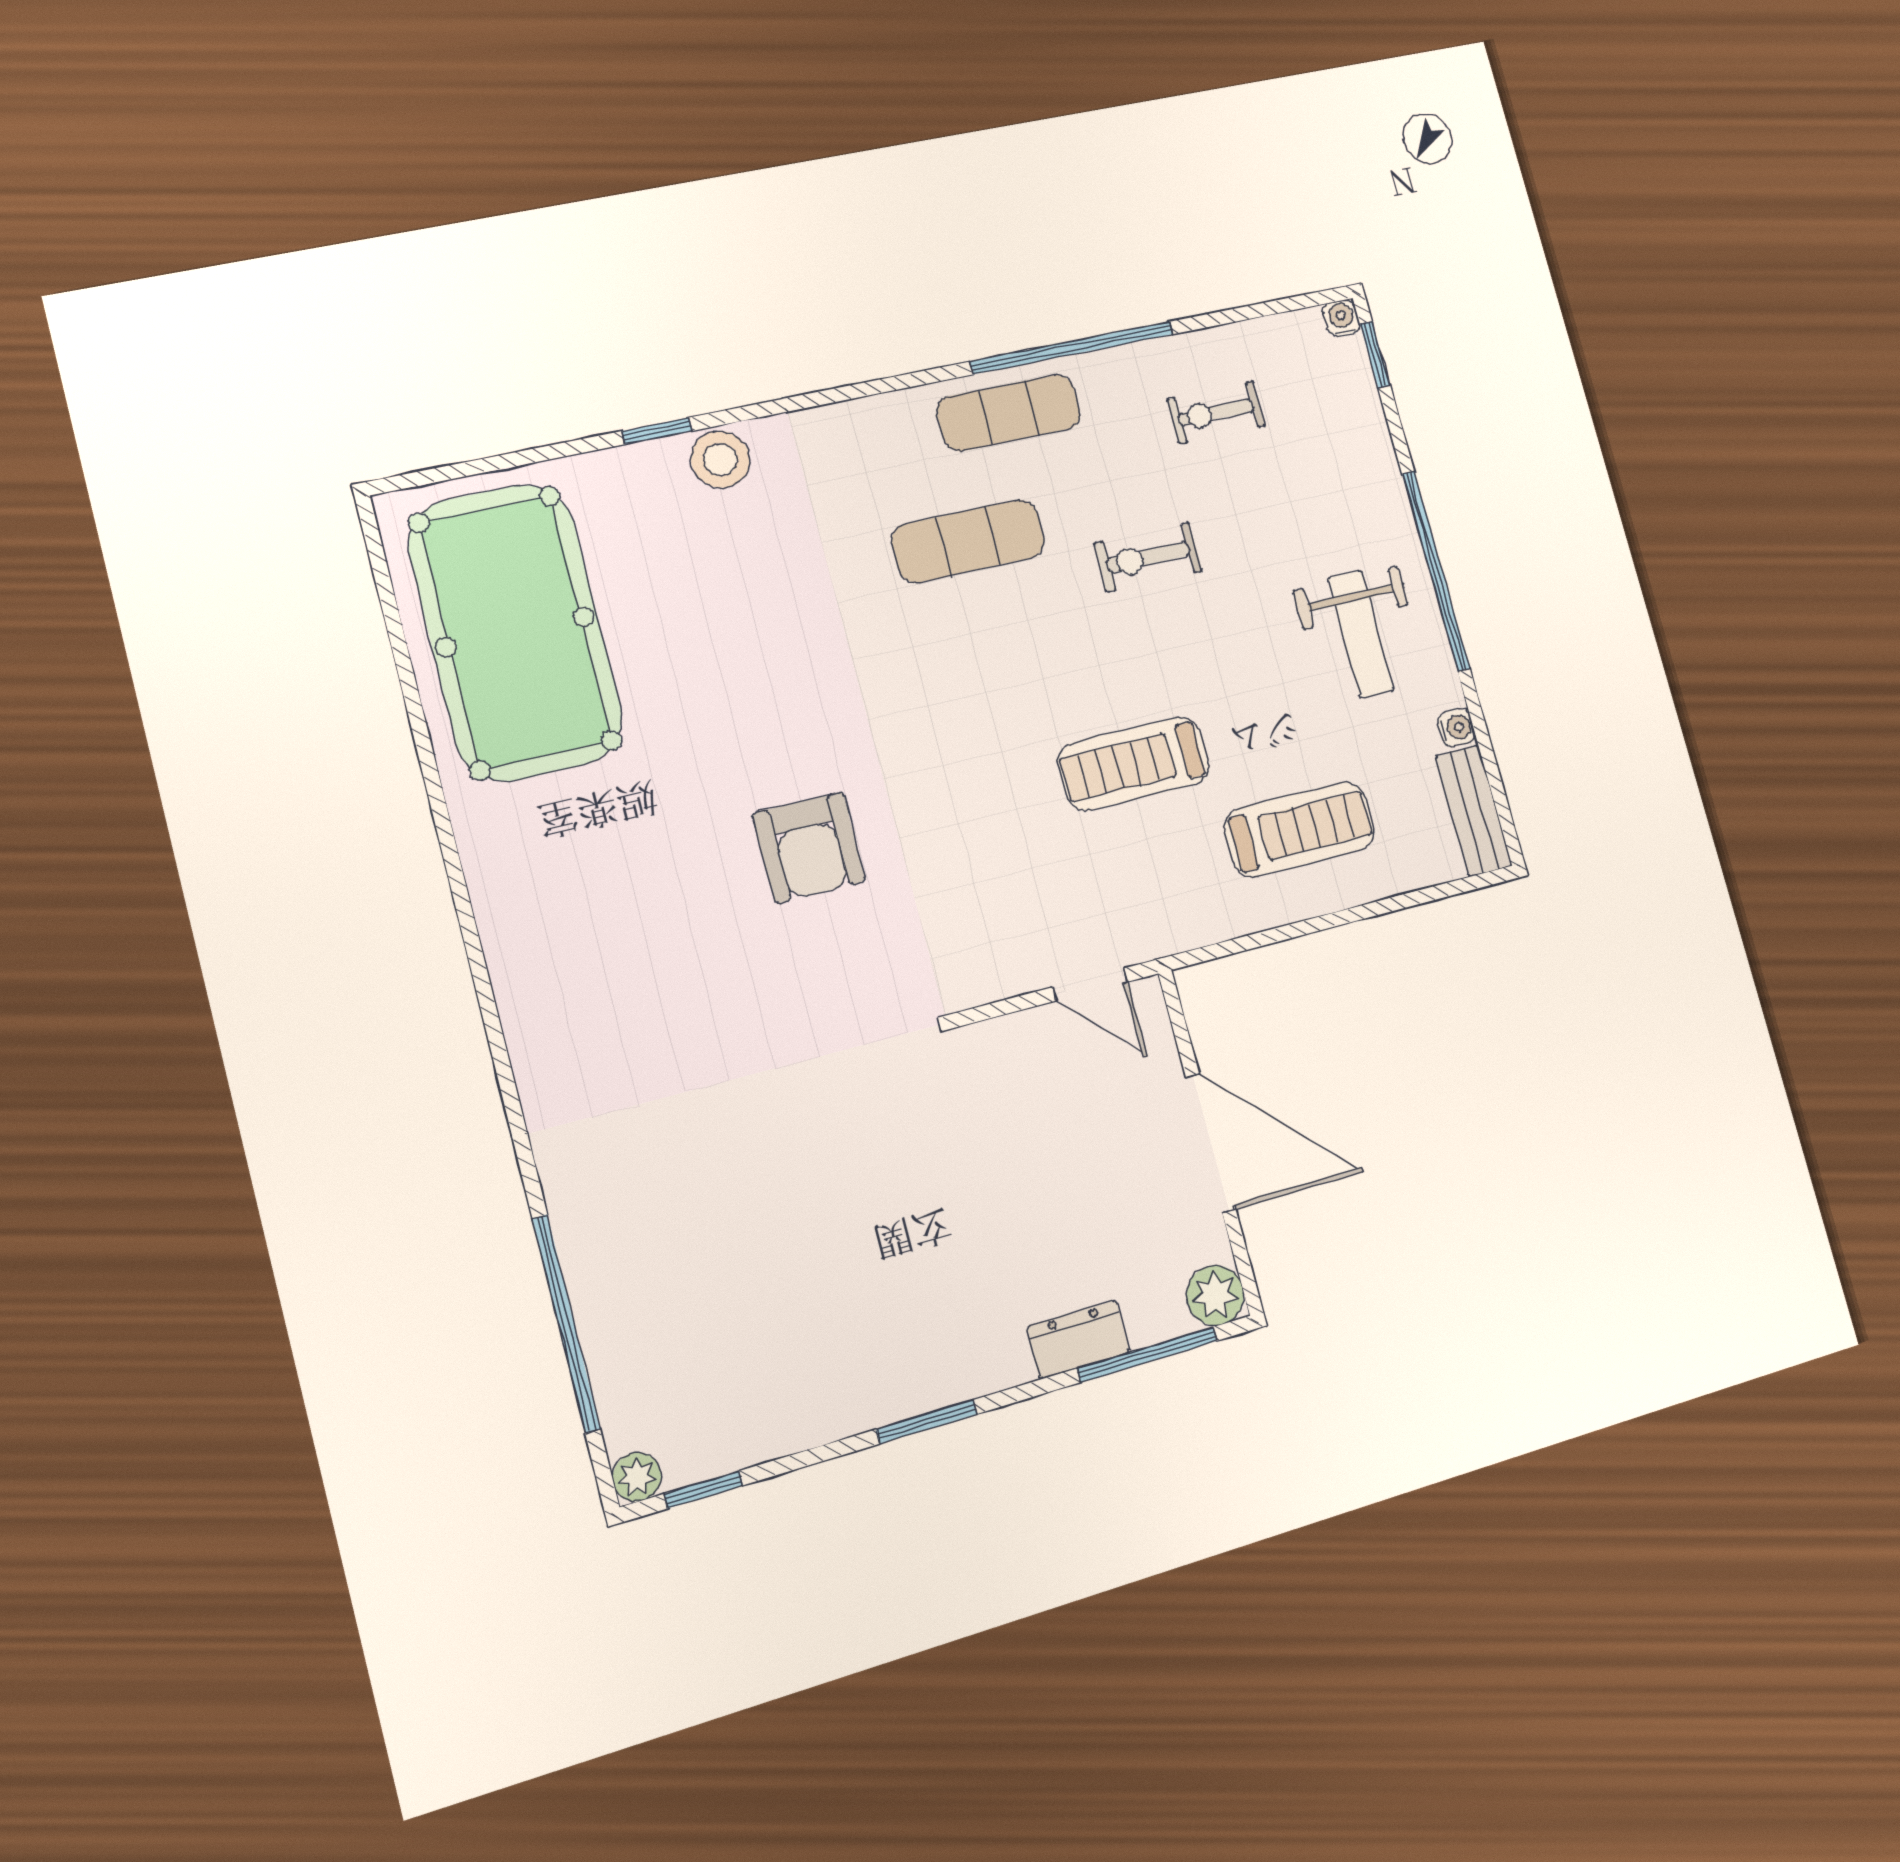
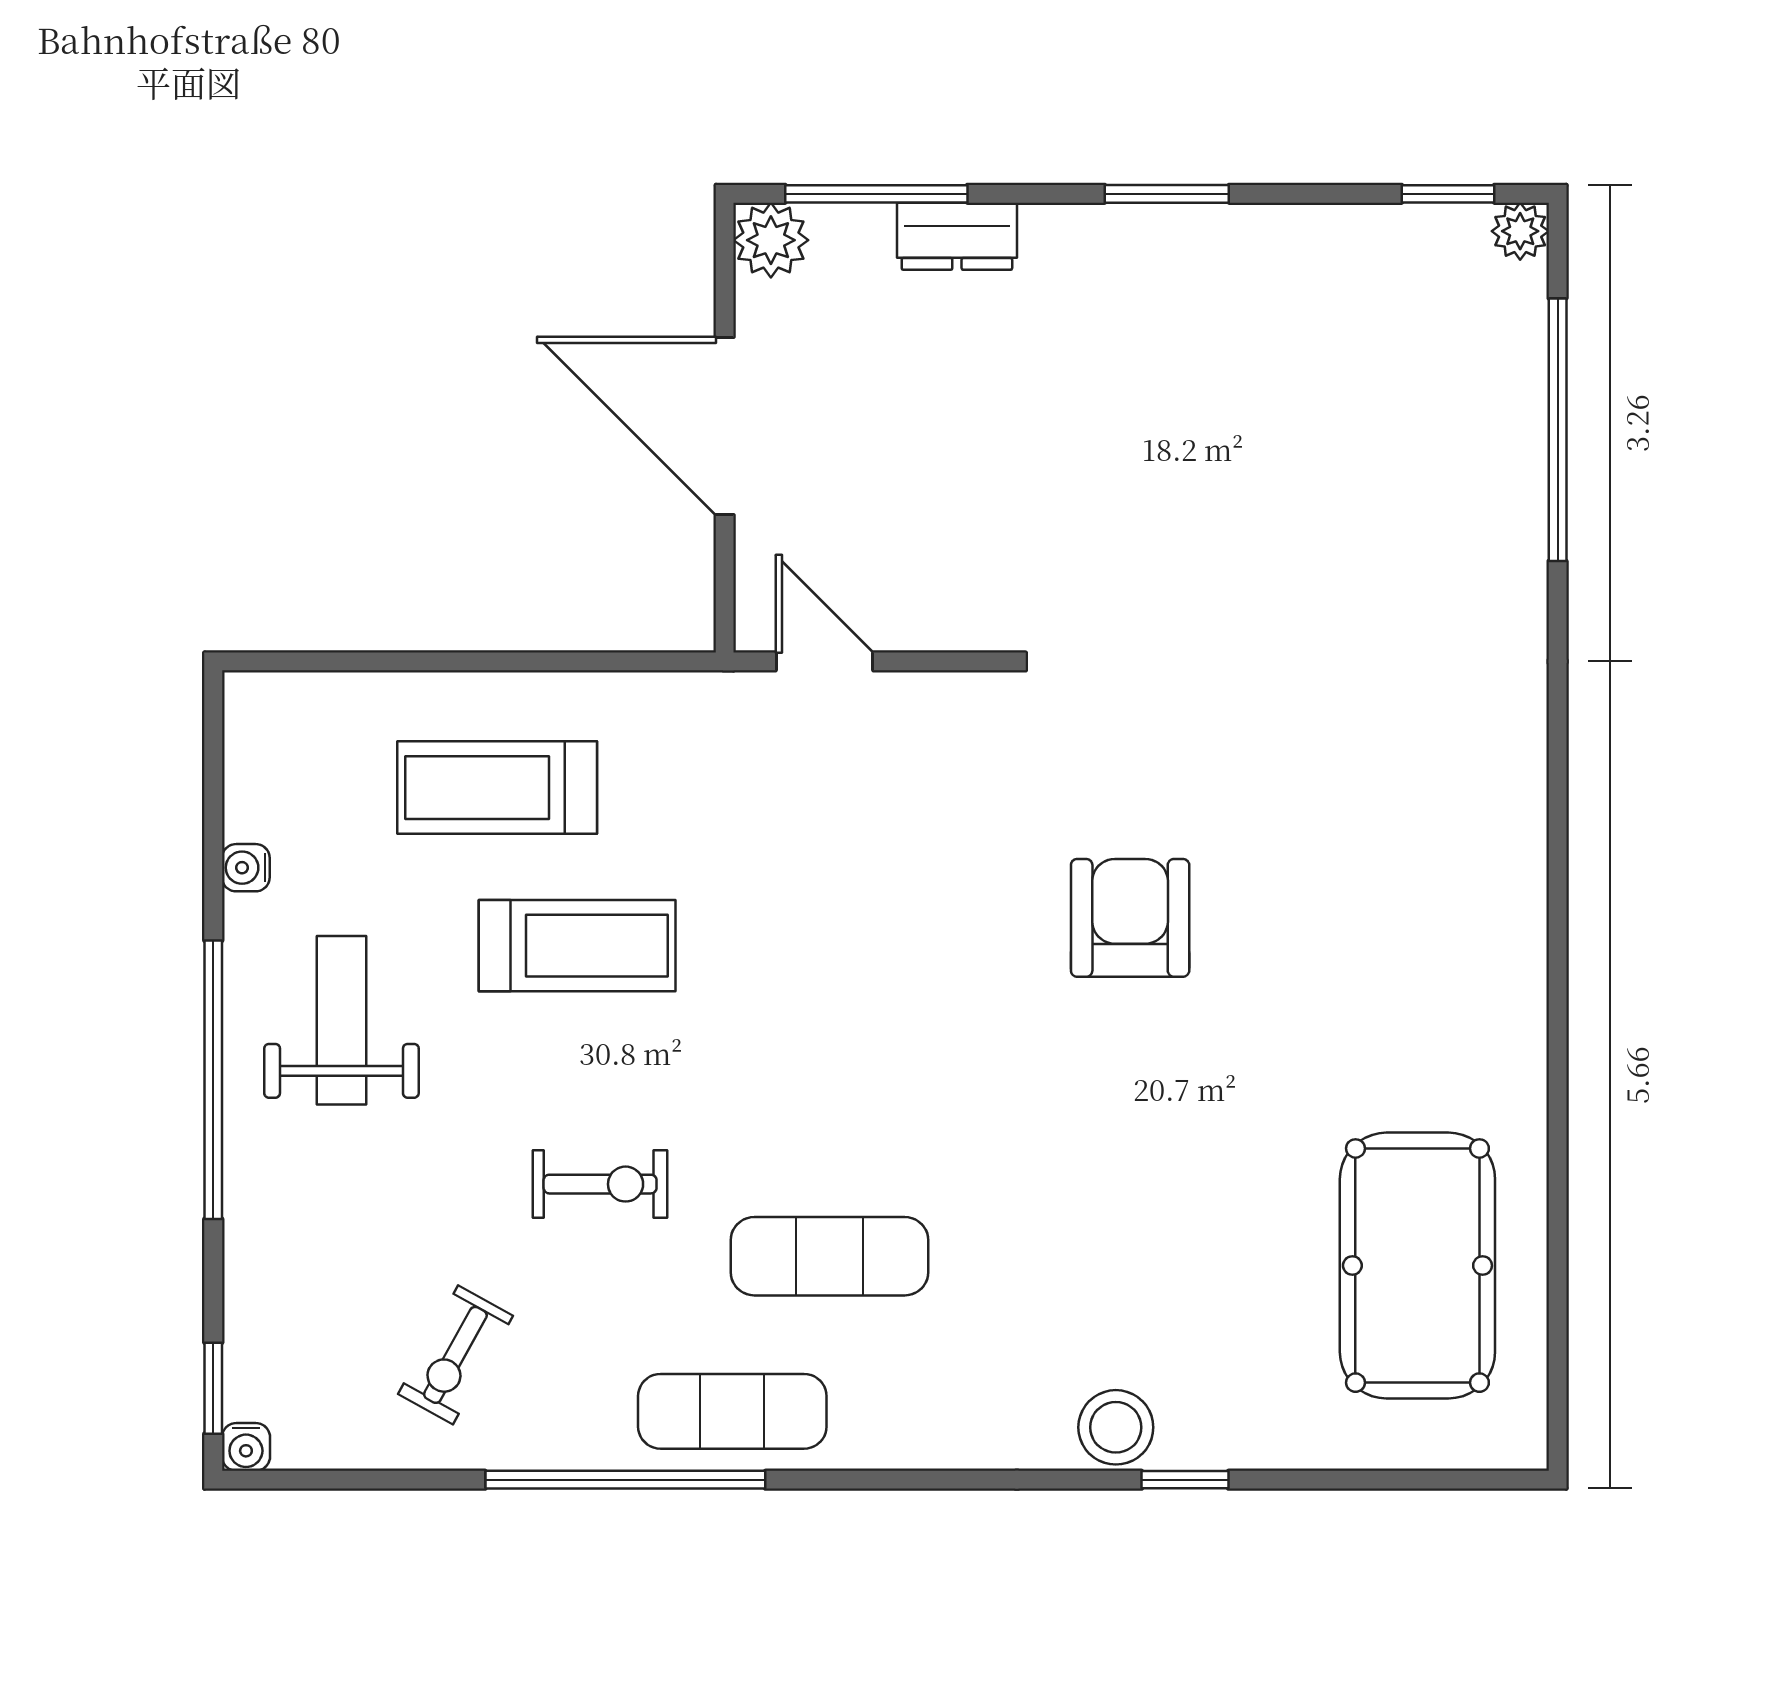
exercise bike: (1216, 412) -> (455, 1355), turned 119
pool table: (515, 632) -> (1417, 1266), width x0.73, depth x0.76
treadmill: (1134, 763) -> (577, 946), moved
bench: (1474, 811) -> (254, 754), removed

